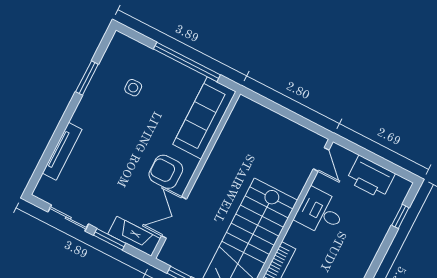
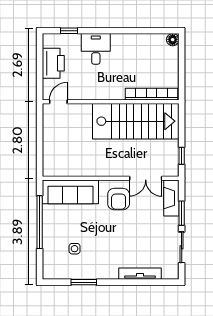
desk: (320, 212) -> (96, 49), moved, turned 180

